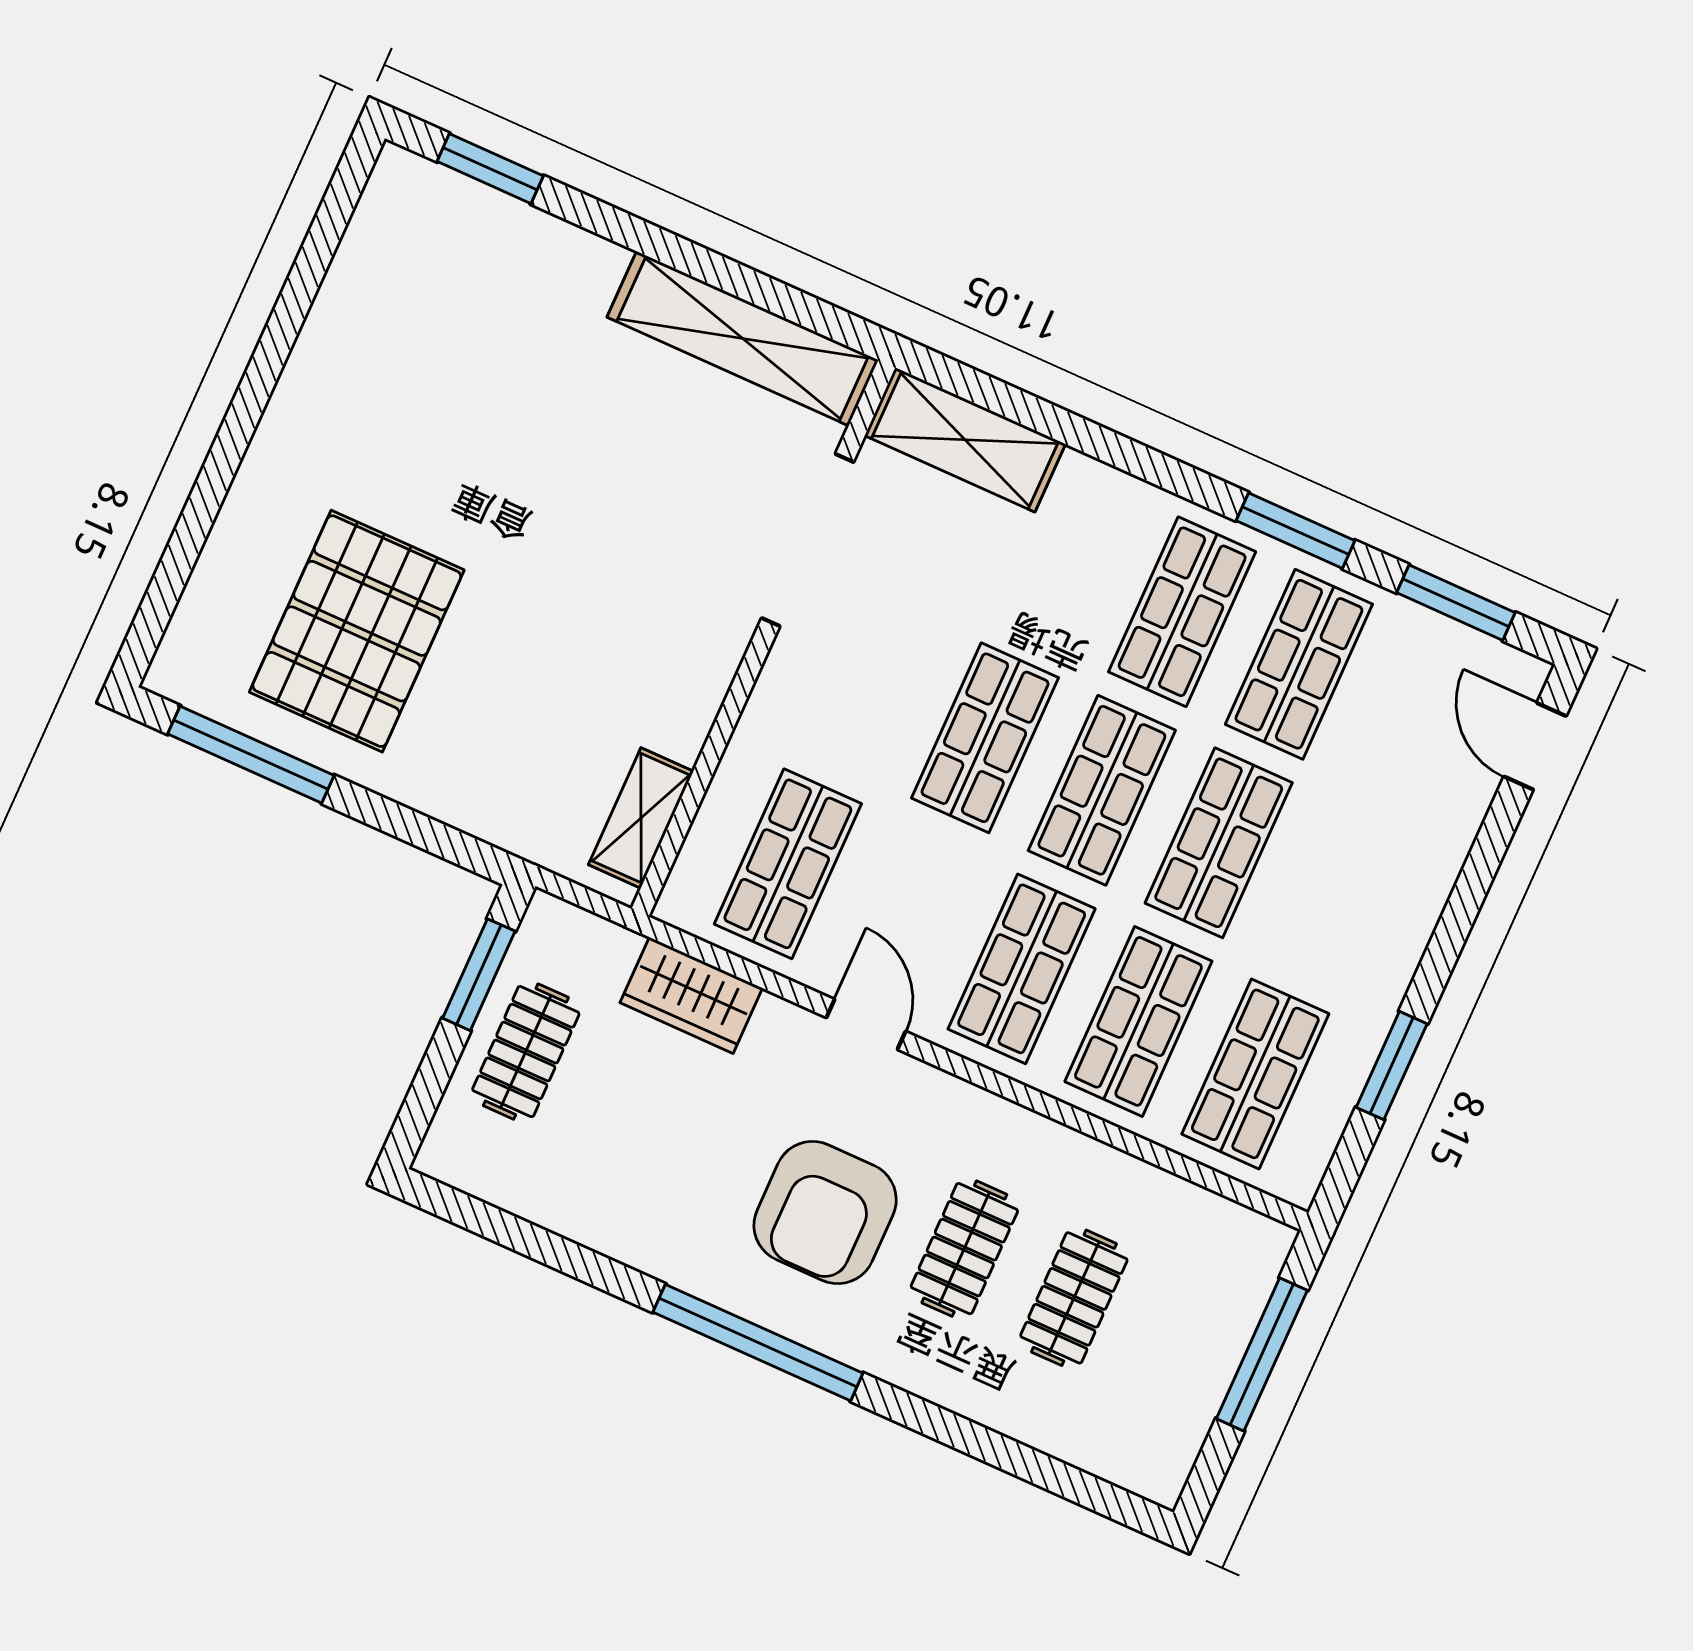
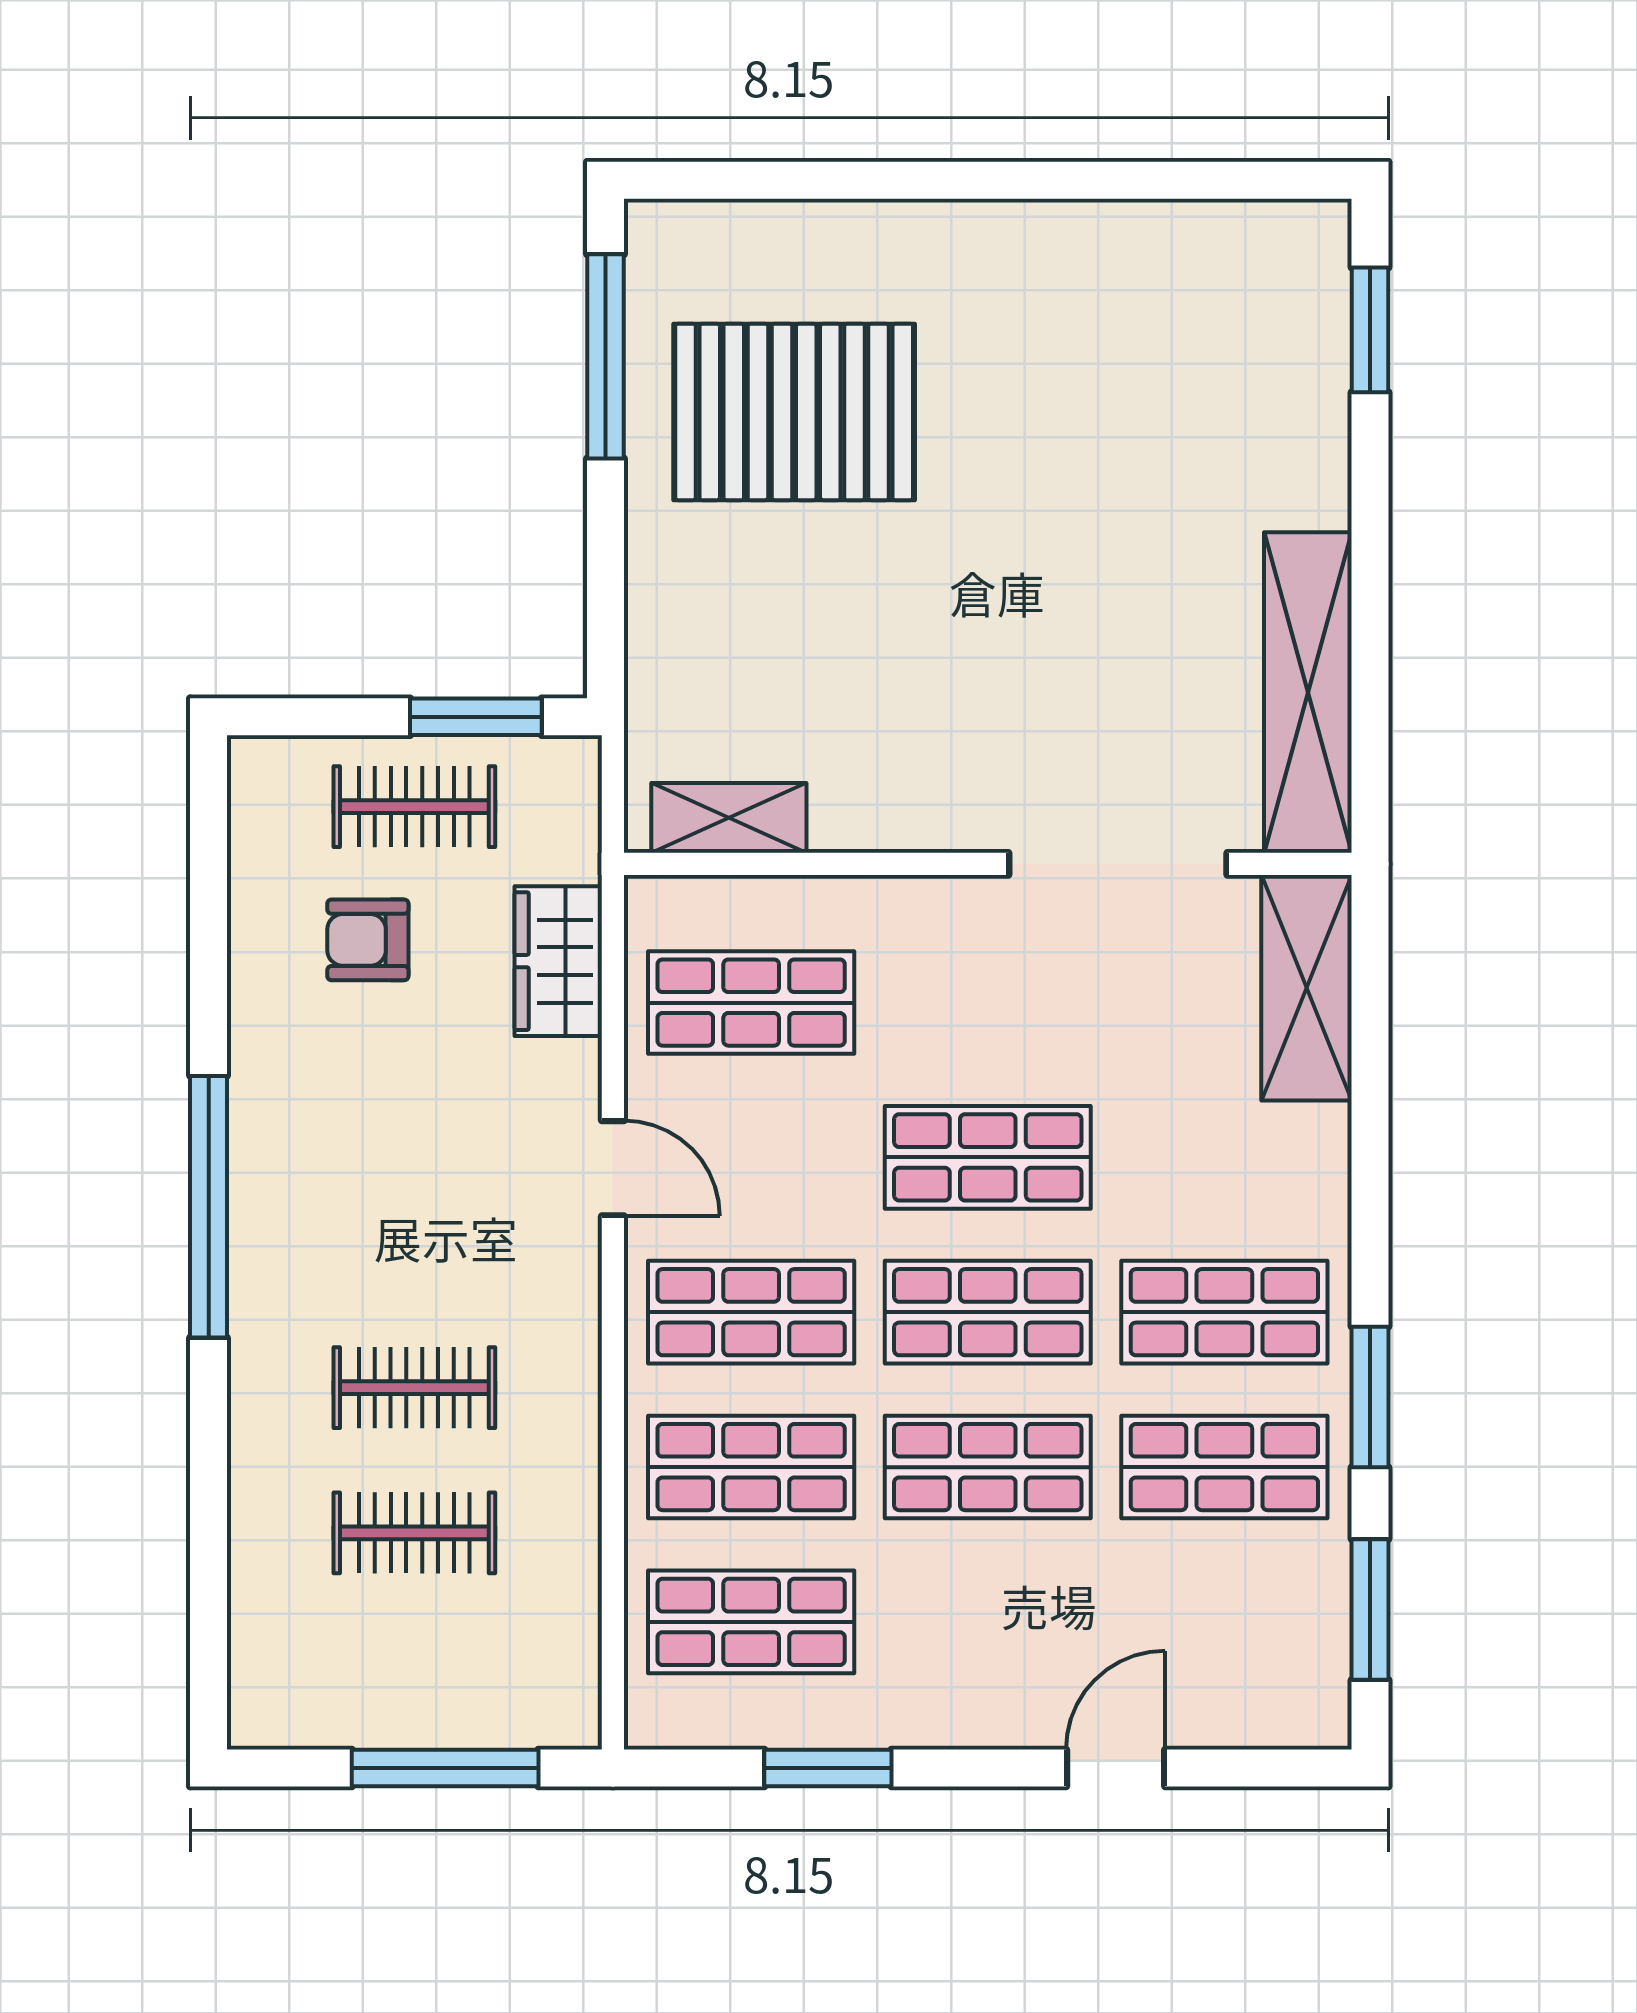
door: (1535, 746) -> (1116, 1768), moved
door: (866, 1024) -> (613, 1168), hinge flipped
armchair: (825, 1212) -> (368, 940), moved, width x0.53, depth x0.53

